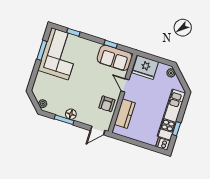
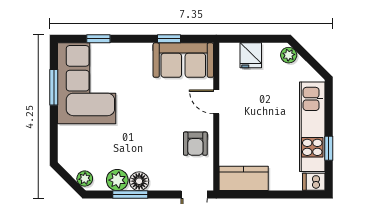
fridge: (145, 67) -> (251, 55), width x0.53, depth x0.75
plant: (60, 110) -> (117, 180), added
kitchen counter: (125, 114) -> (244, 178), moved, turned -90

